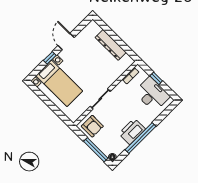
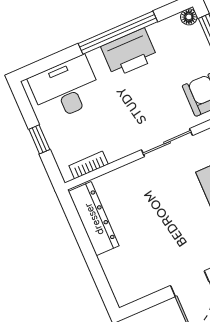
dresser: (111, 45) -> (94, 219), moved
desk: (152, 94) -> (66, 89), moved, turned 90

